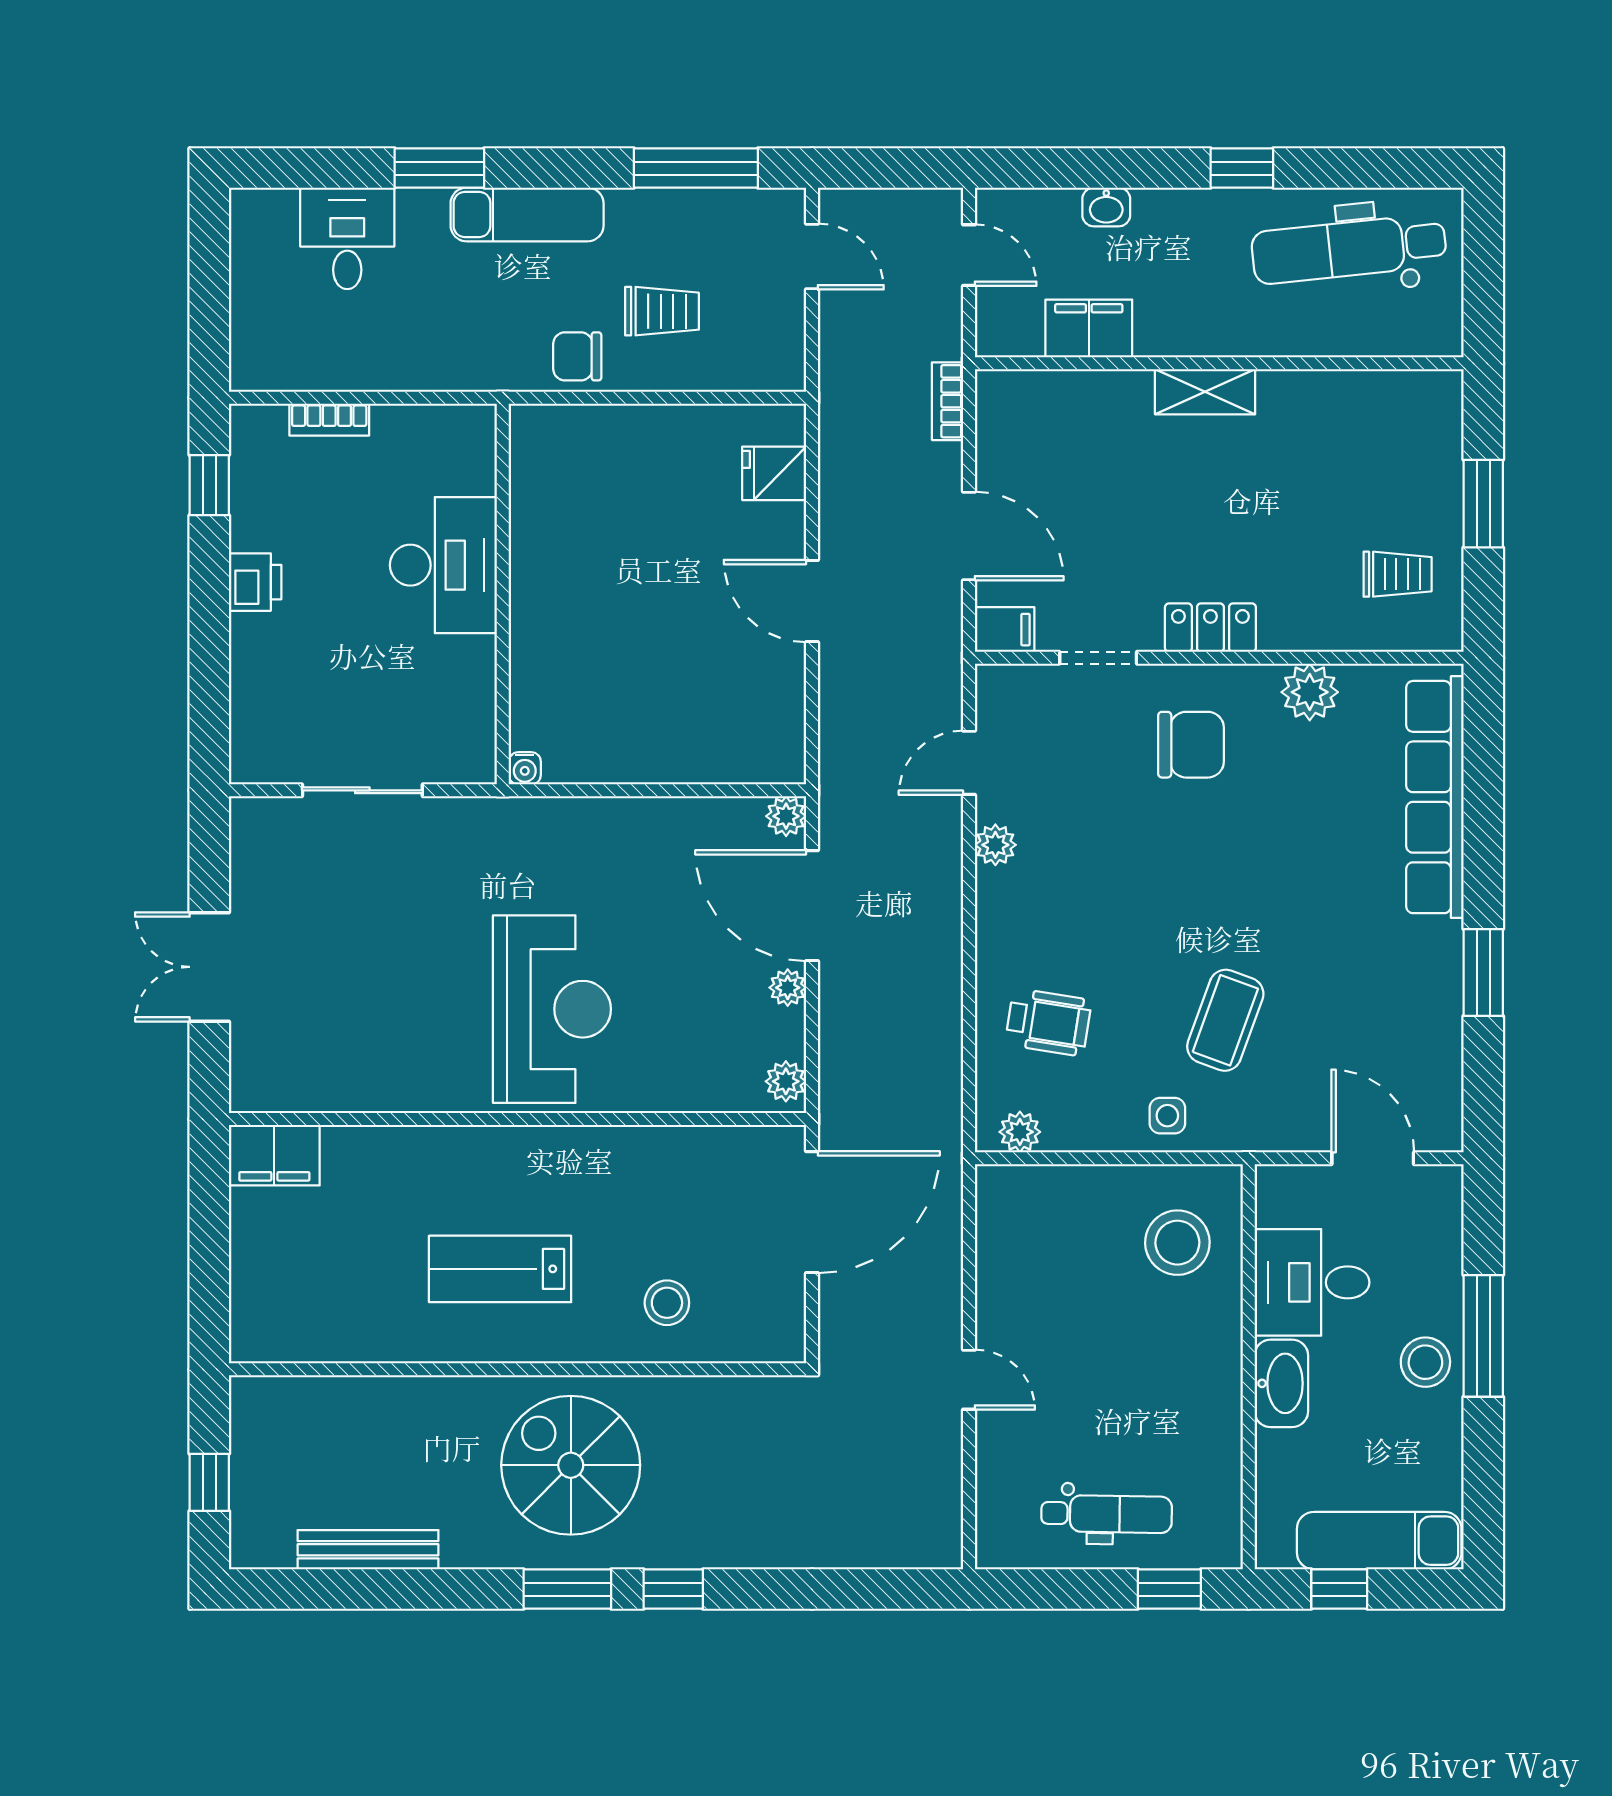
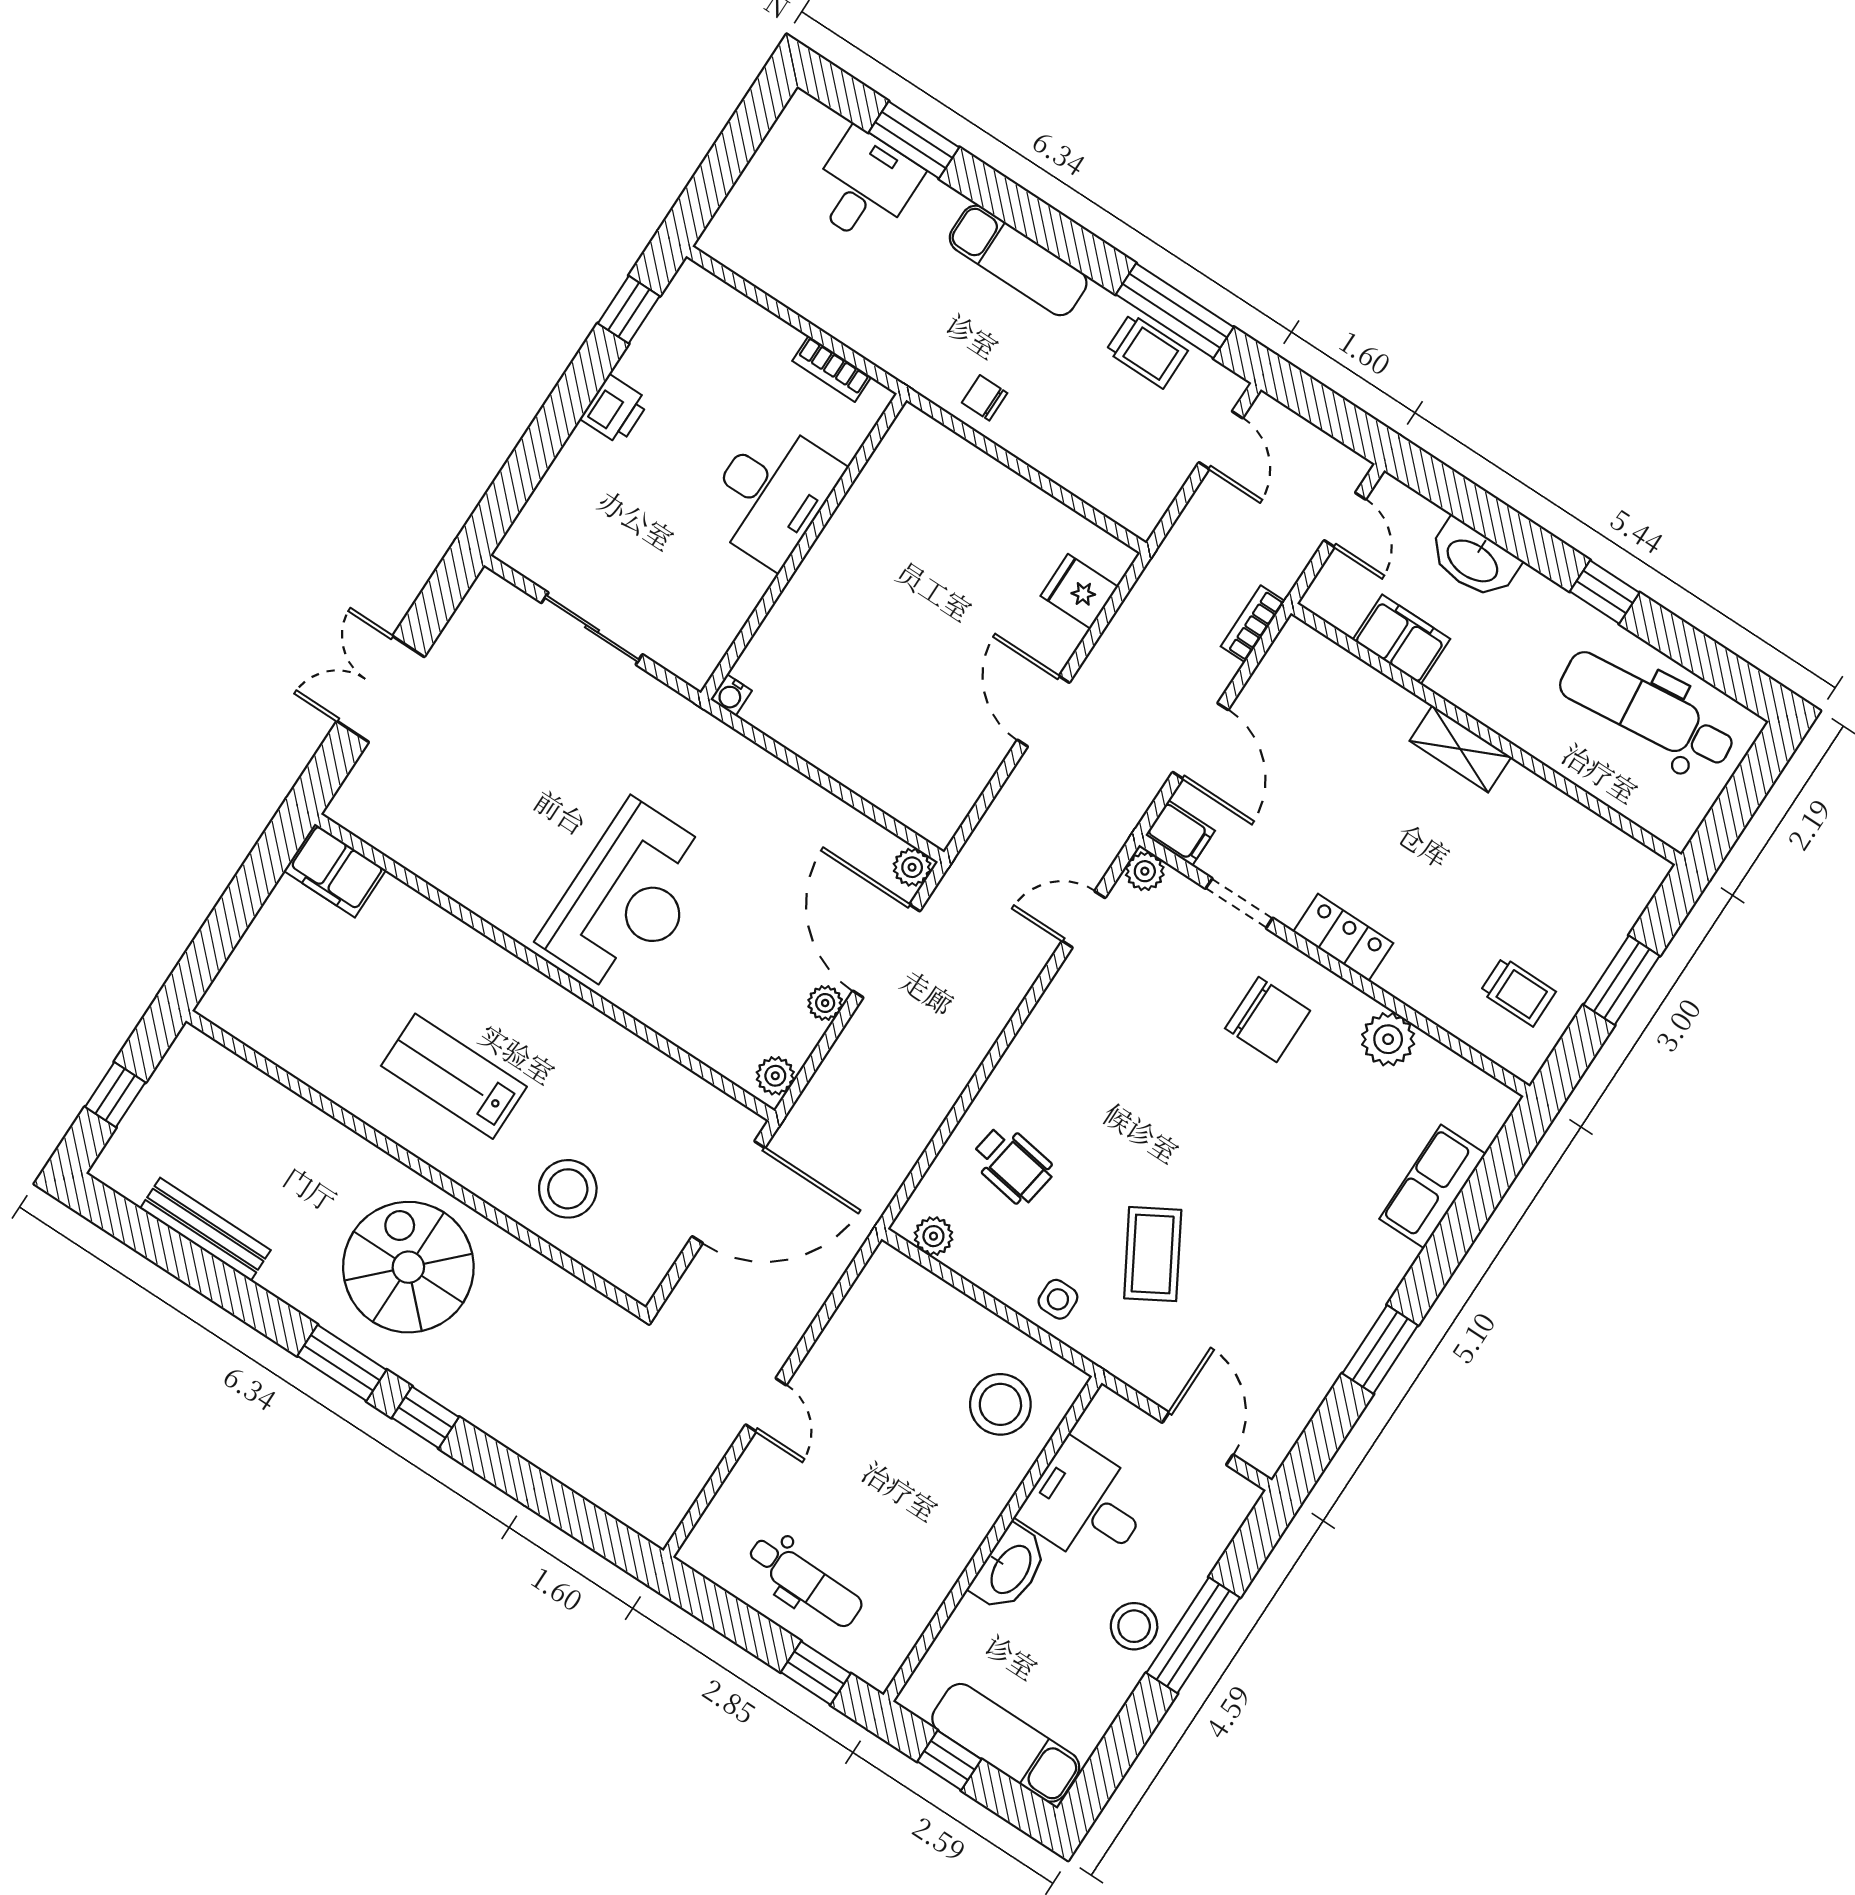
window: (439, 168) -> (914, 140), moved
washbasin: (1106, 207) -> (1473, 560), width x1.91, depth x1.45
trolley: (662, 311) -> (1147, 351), moved
chair: (577, 356) -> (985, 398), width x0.73, depth x0.73
bookcase: (329, 420) -> (832, 369), moved
row of seats: (1435, 797) -> (1433, 1186), width x0.50
plant: (995, 845) -> (1145, 871), moved
coffee table: (1225, 1020) -> (1153, 1254), turned -50
stool: (667, 1303) -> (568, 1189), width x1.38, depth x1.38

